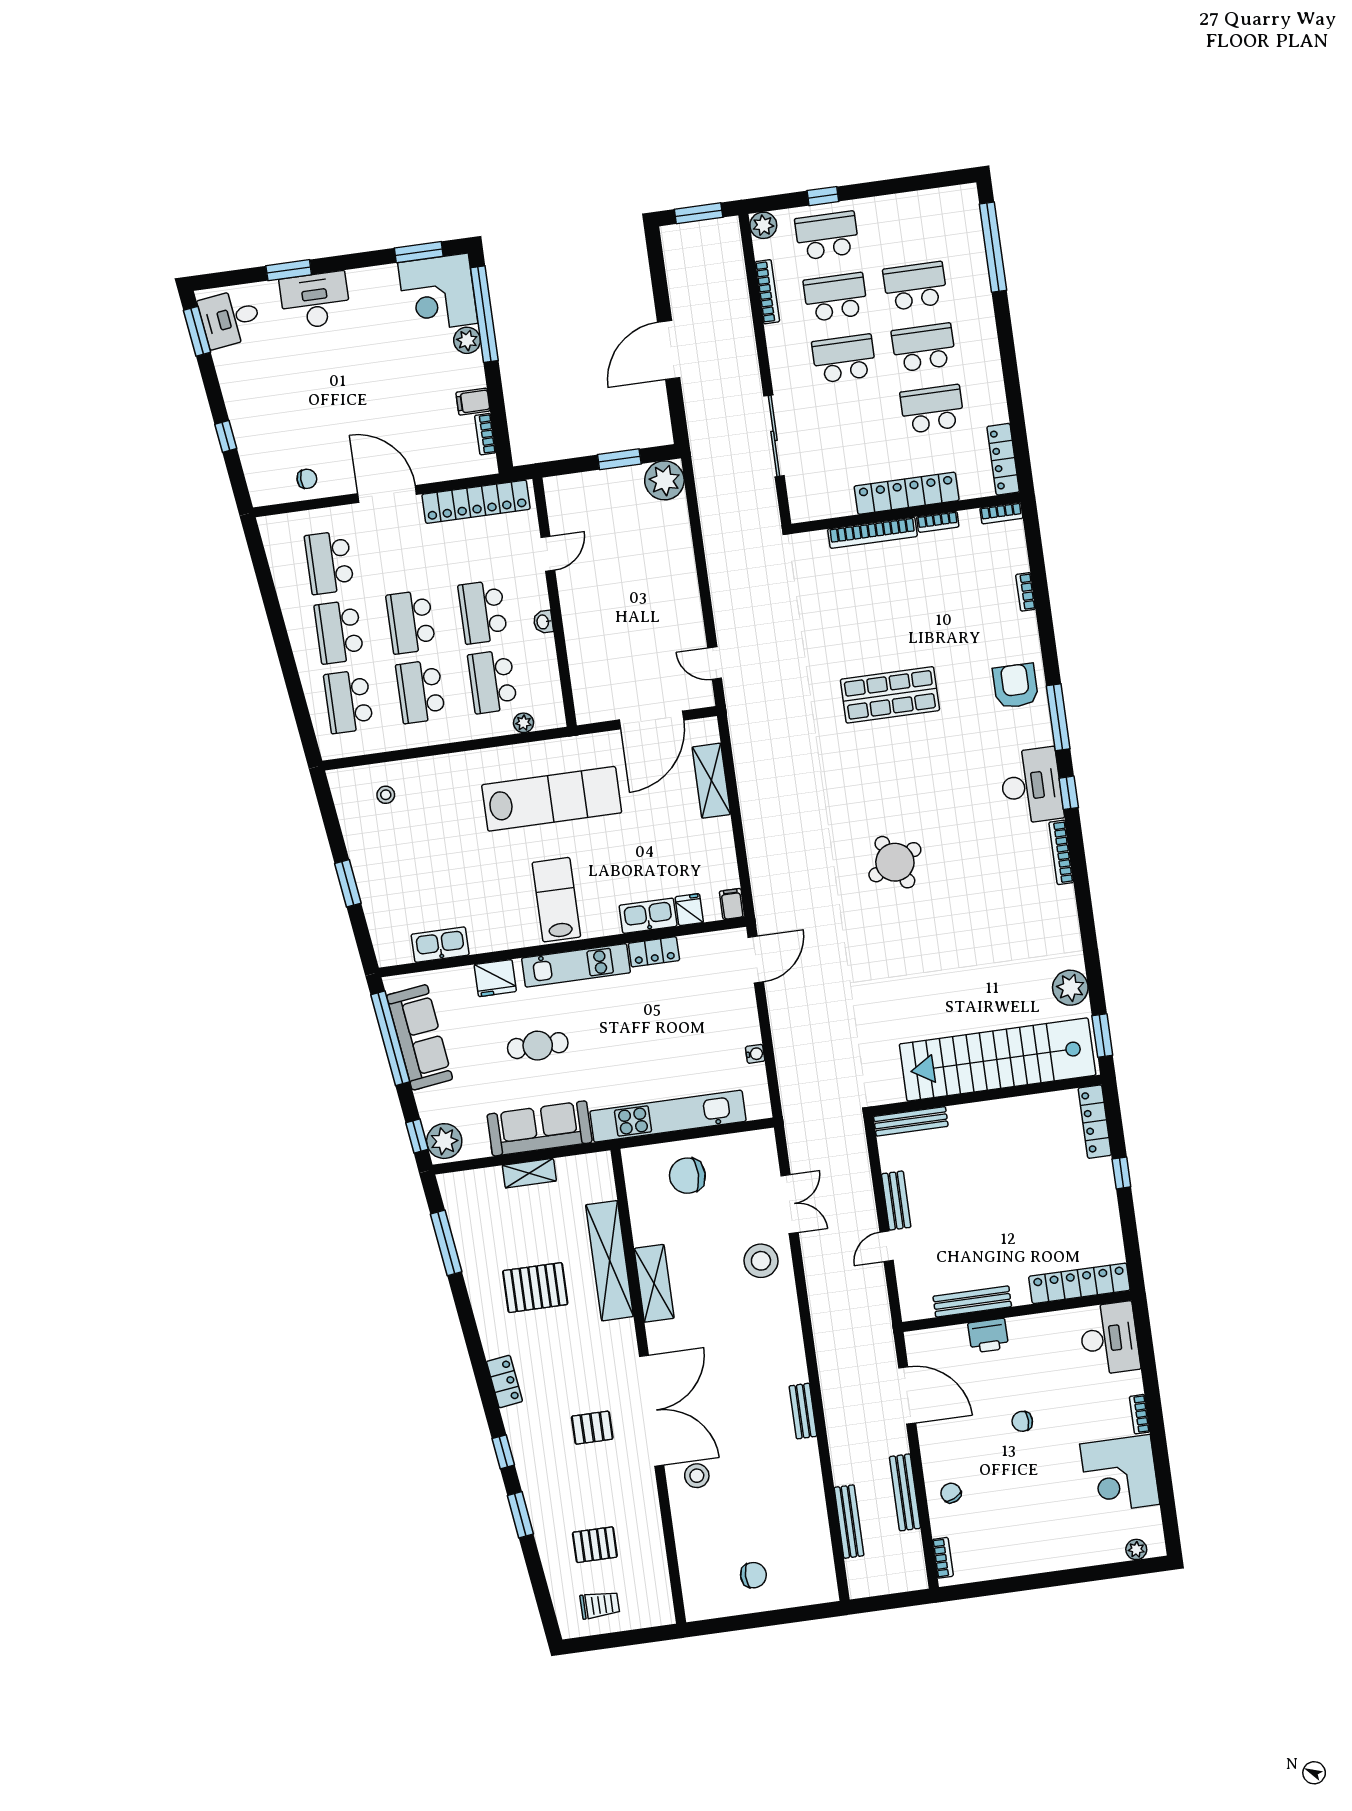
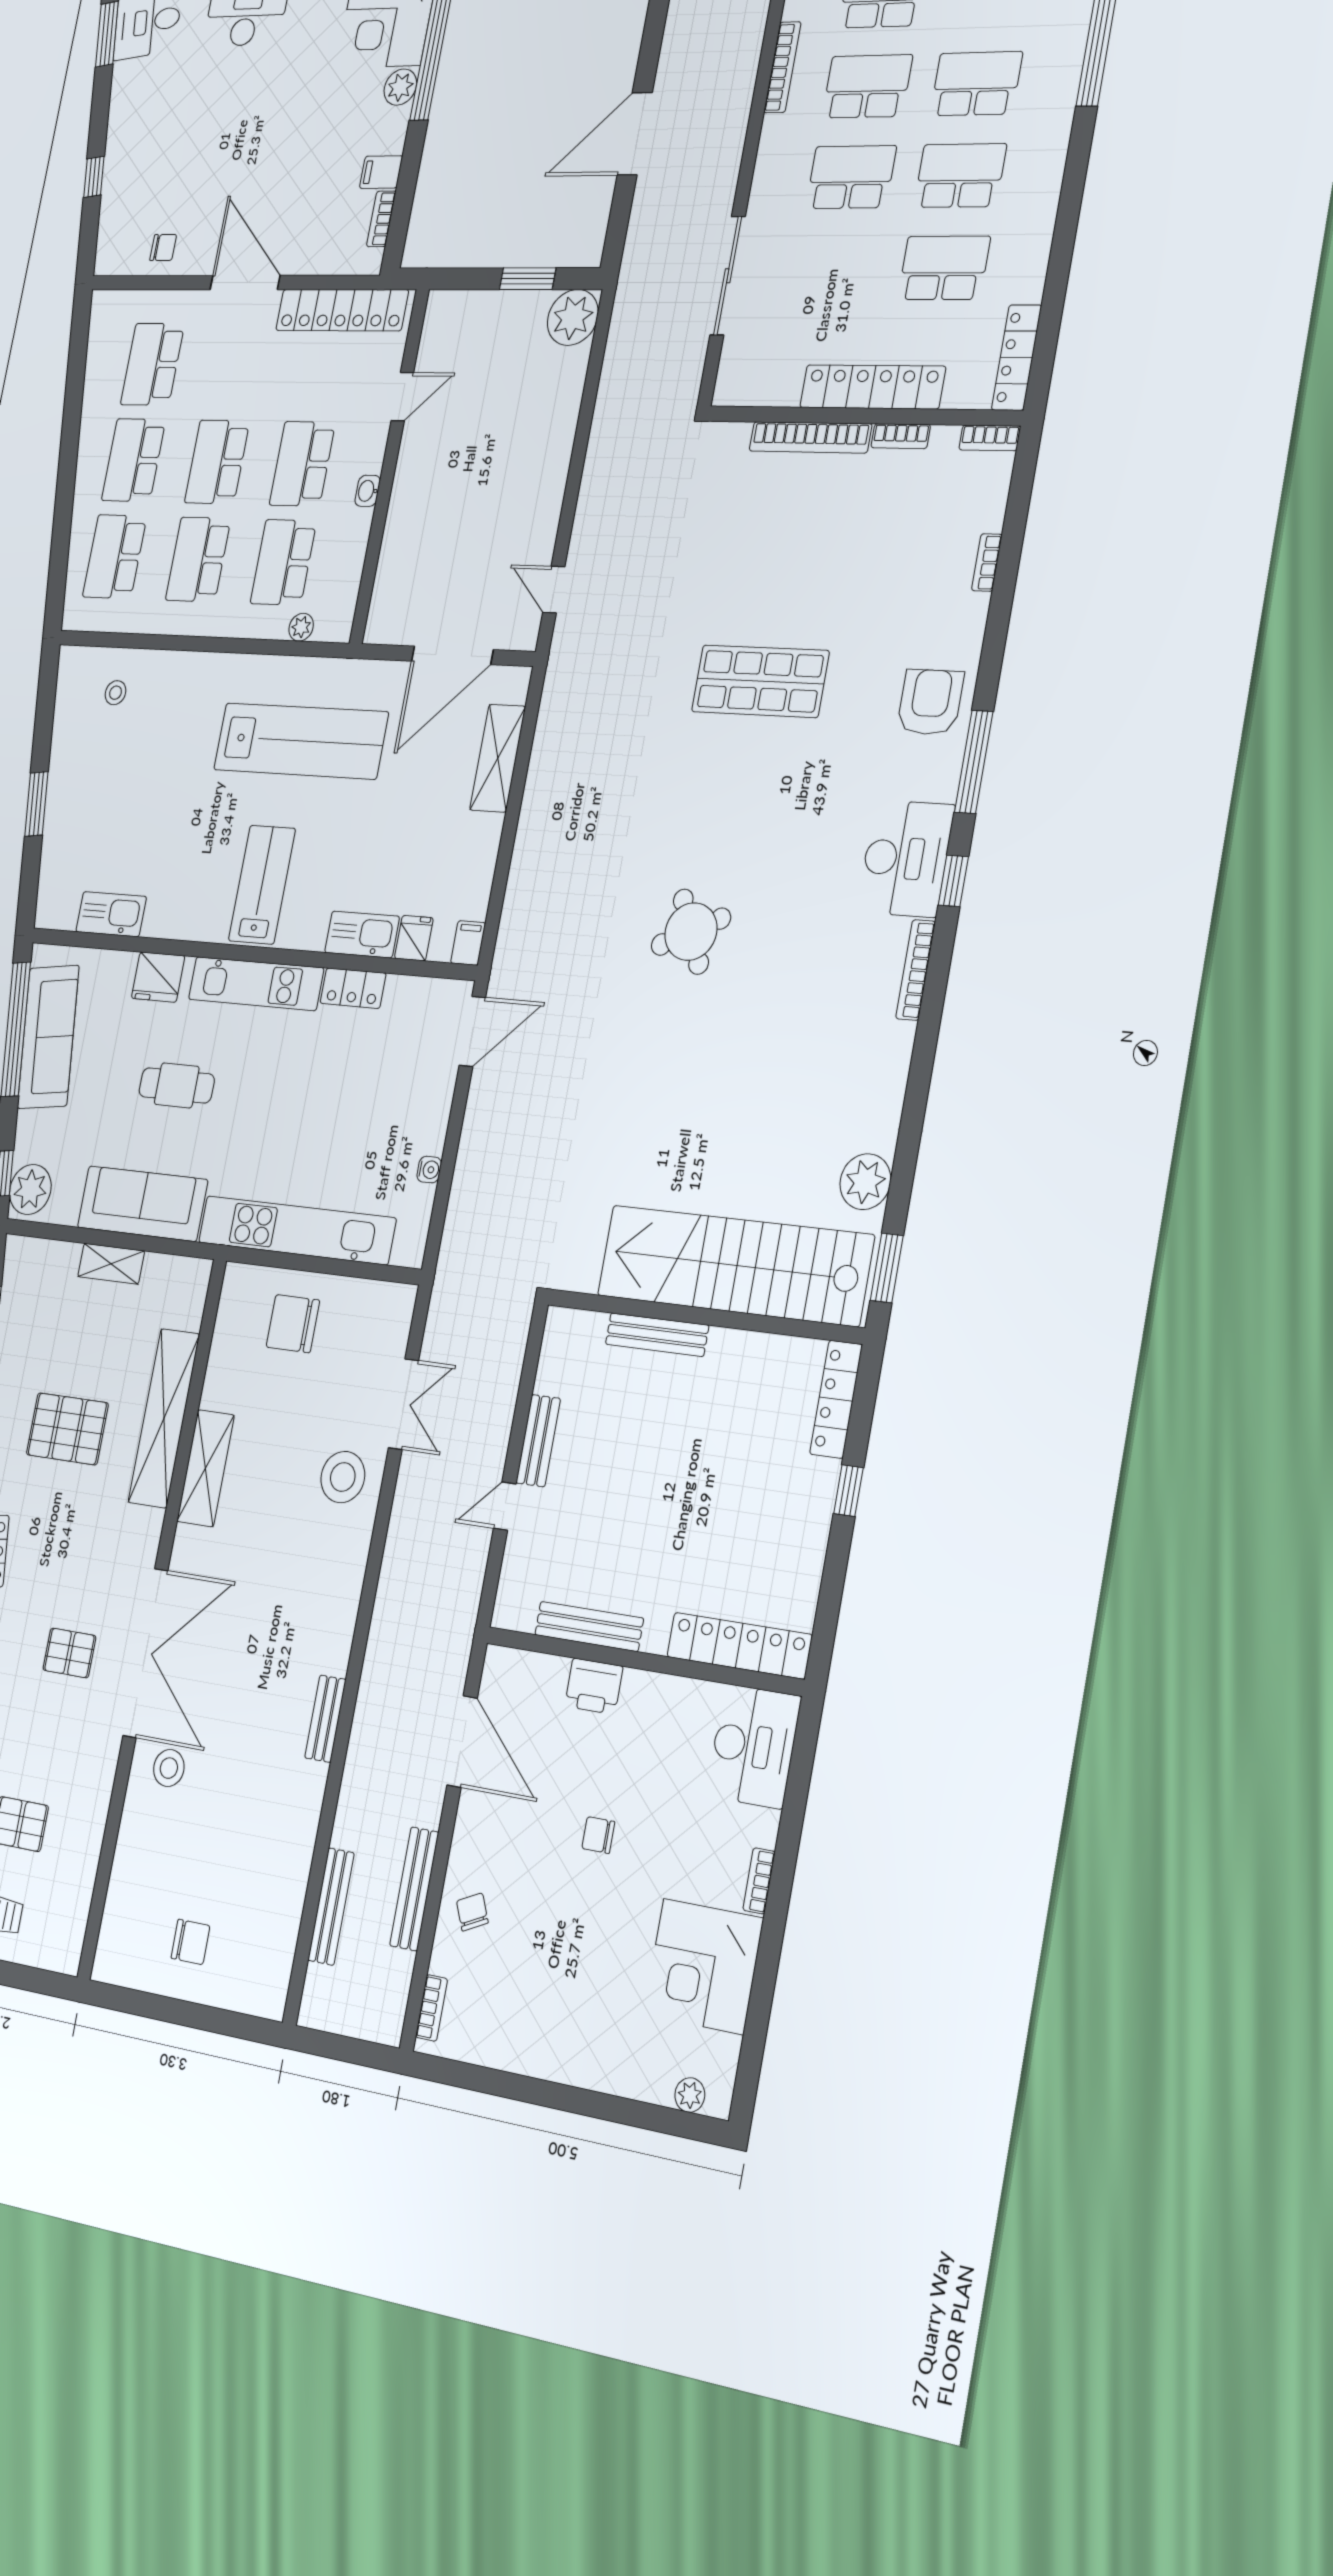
bench: (911, 1121) -> (657, 1335), moved

